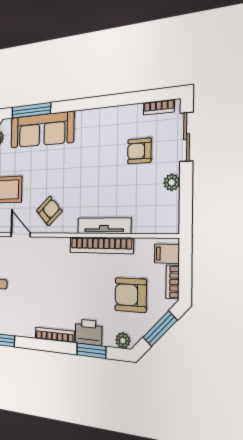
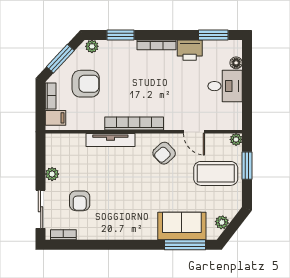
sofa: (42, 130) -> (182, 226), width x0.73
armchair: (139, 151) -> (80, 201), turned 90
bookcase: (101, 245) -> (134, 124), moved
printer: (89, 332) -> (190, 50), moved

